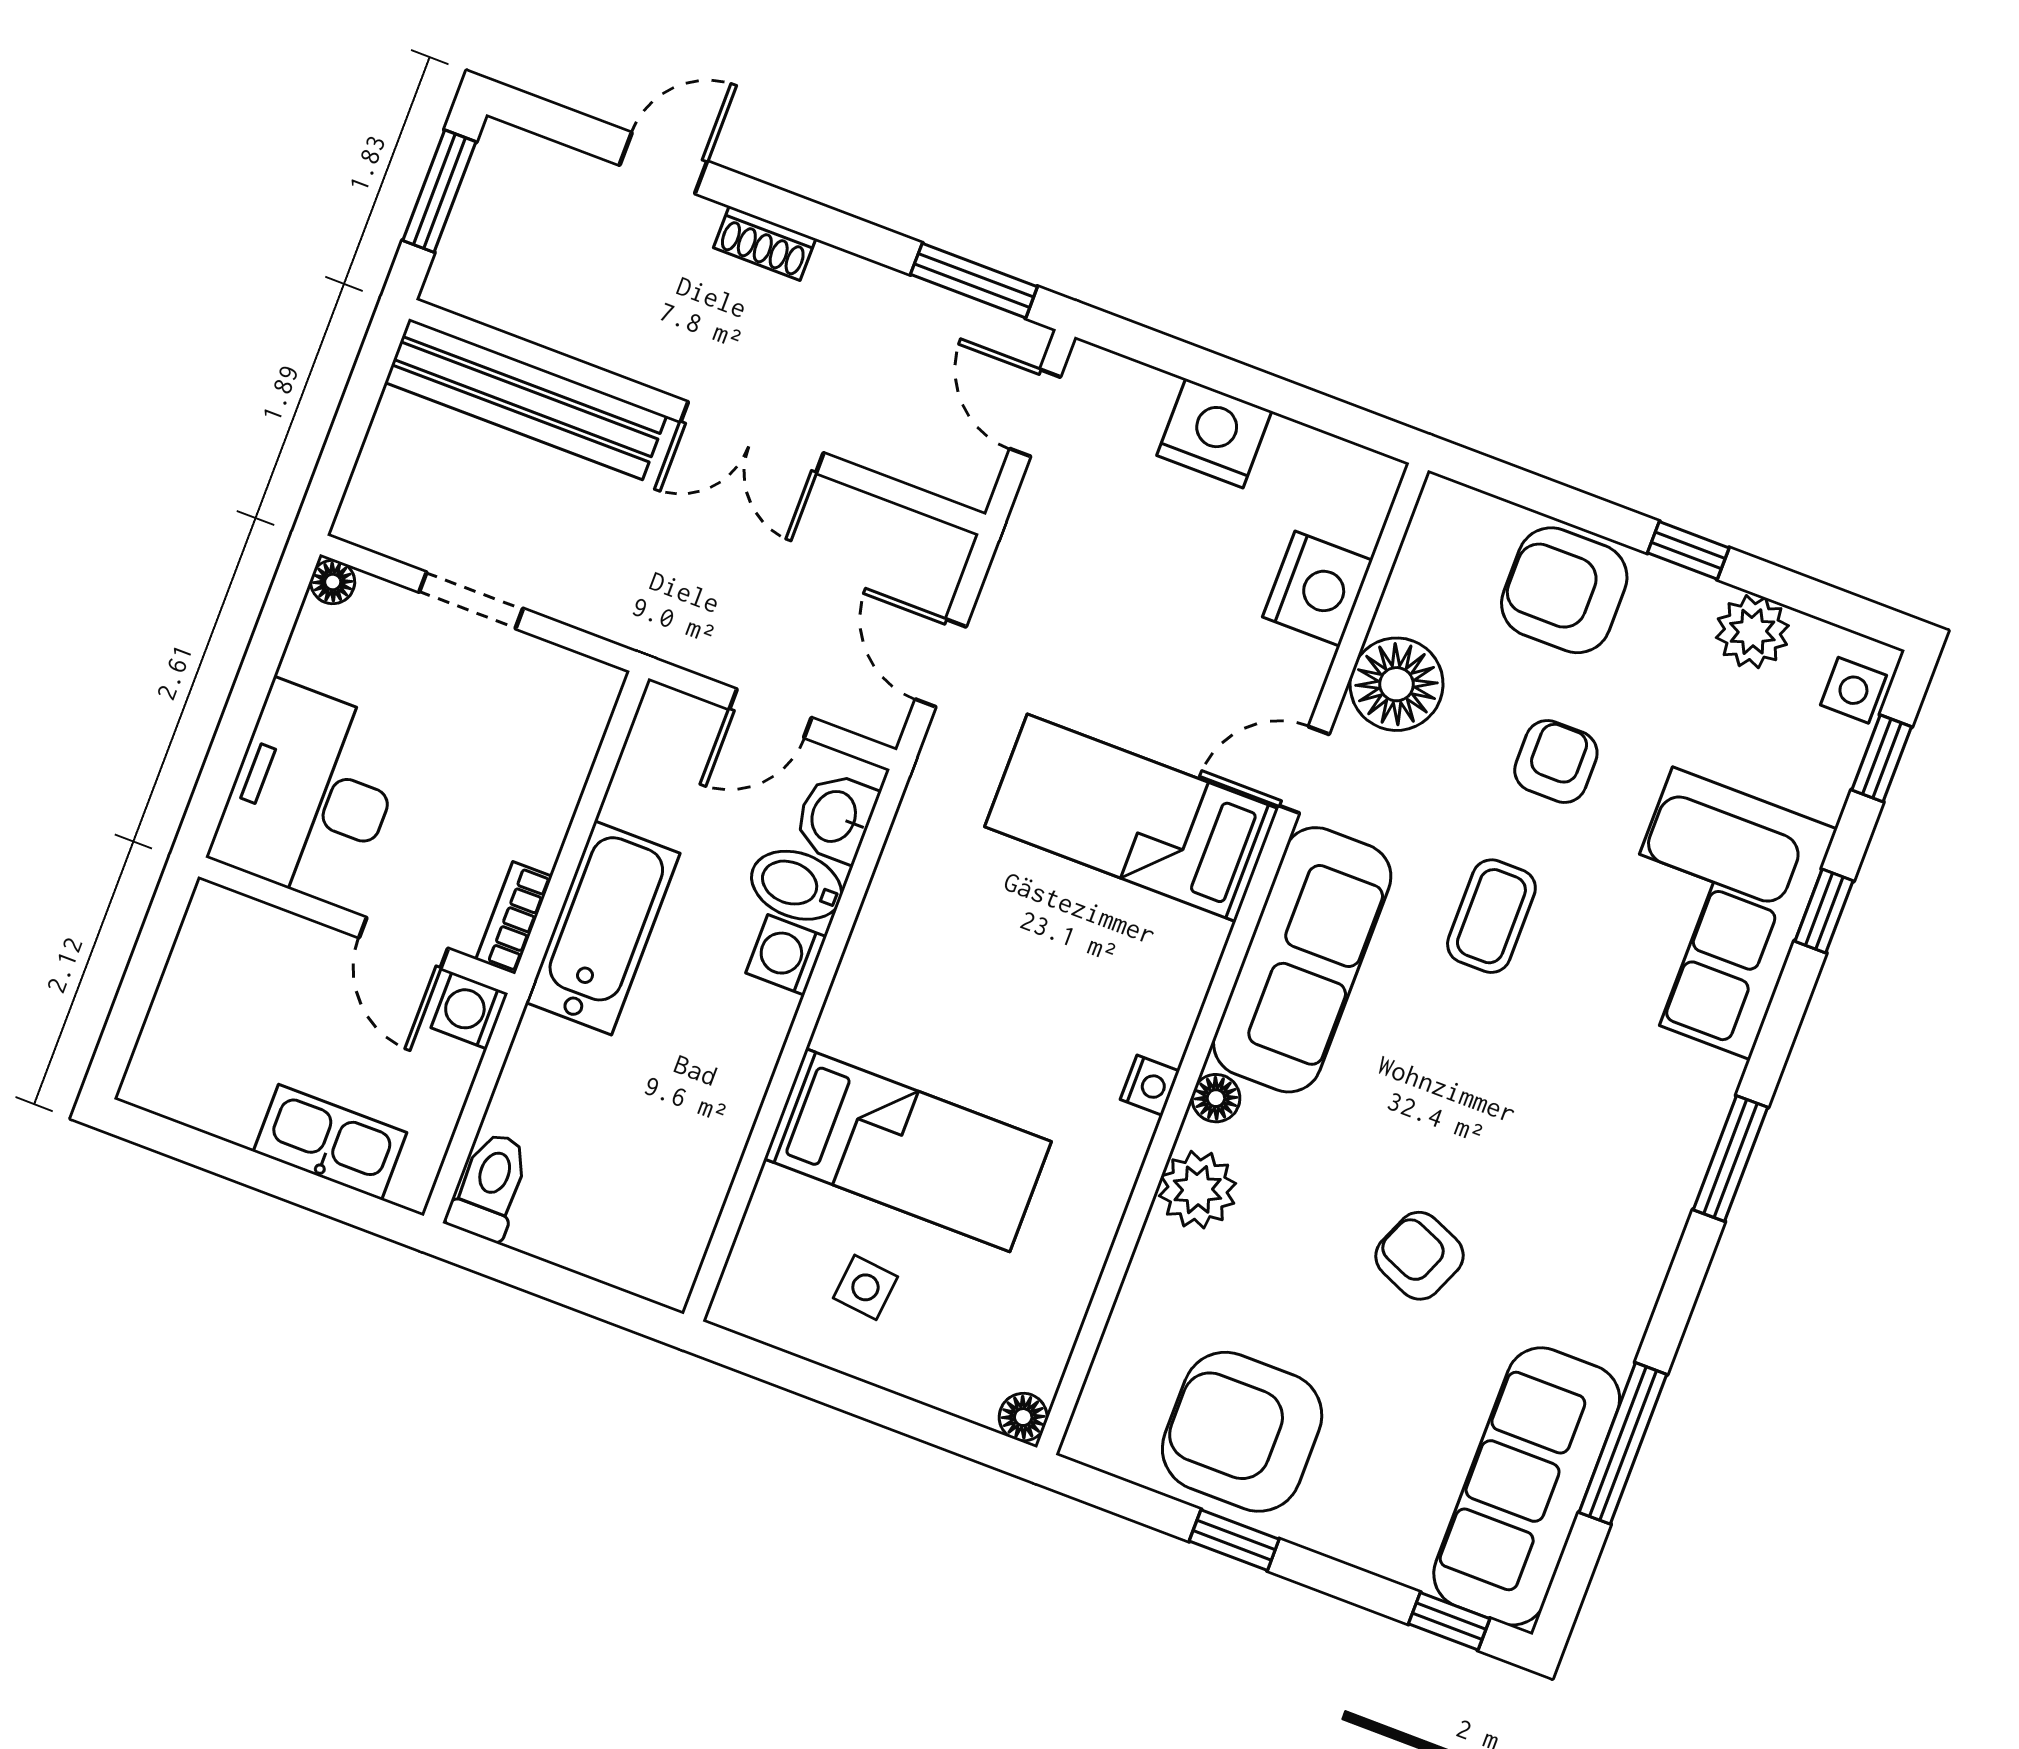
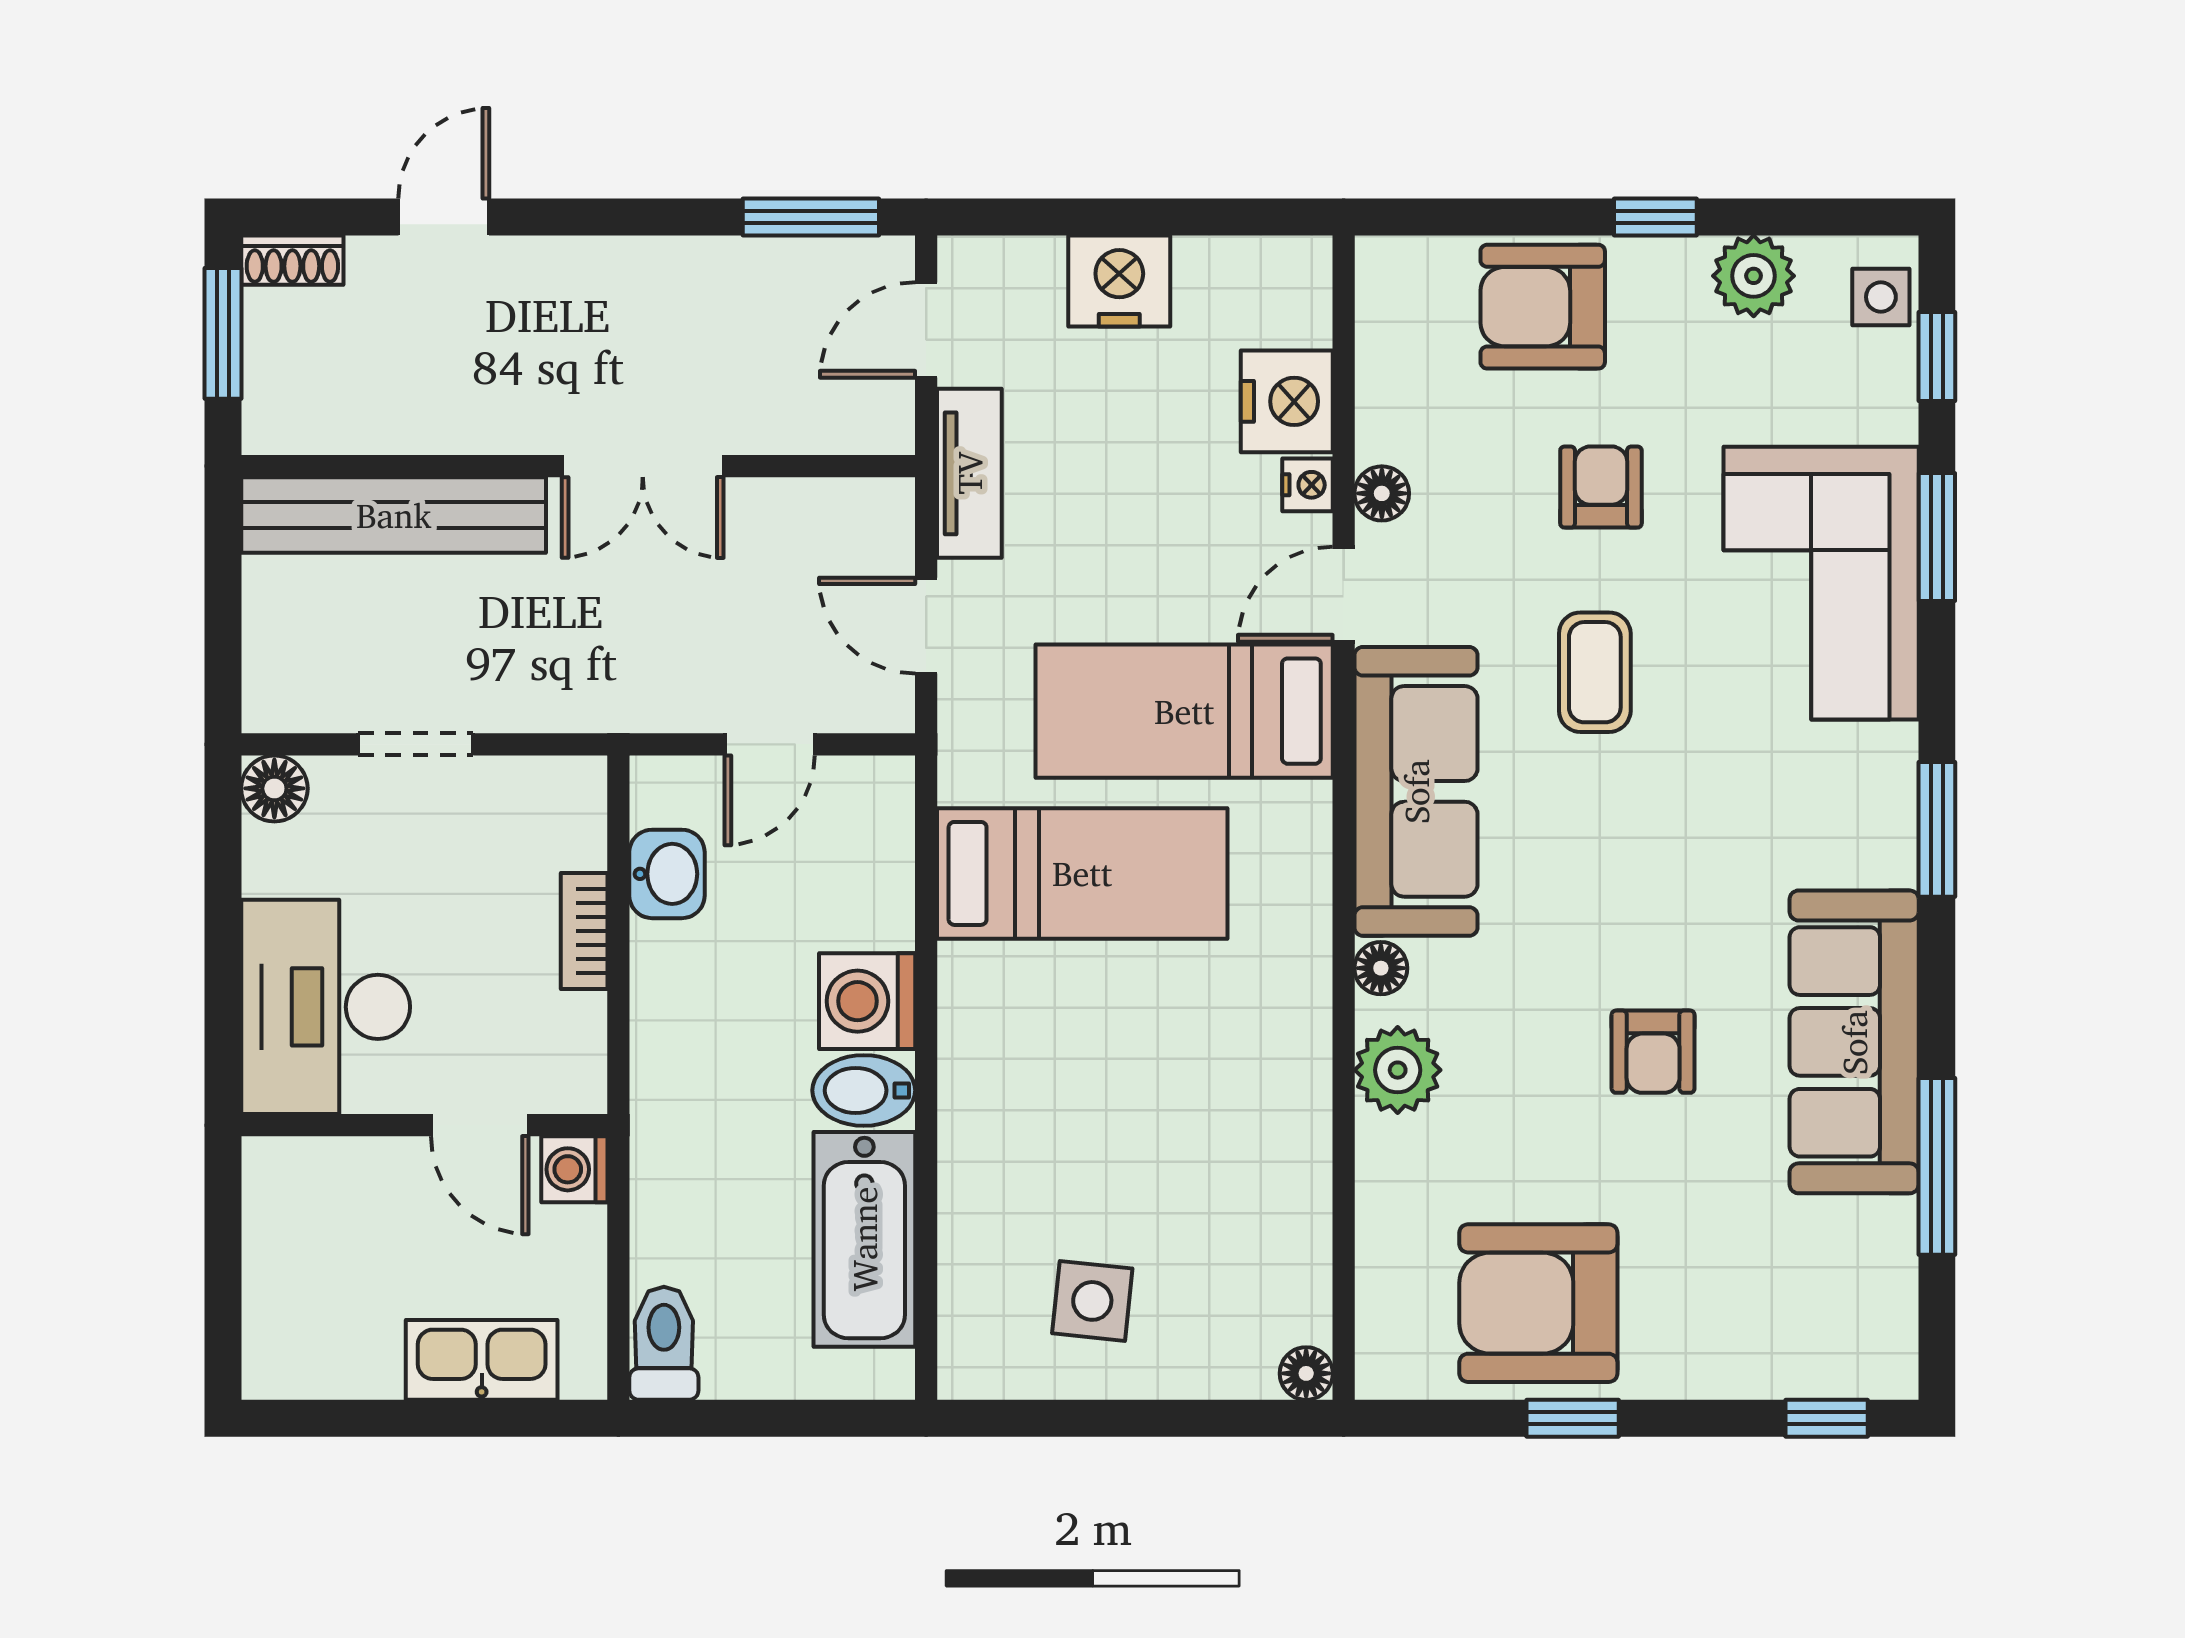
shoe rack: (765, 243) -> (292, 260), moved
door: (1035, 413) -> (926, 330), hinge flipped
tv unit: (1026, 548) -> (969, 473), added
floor lamp: (333, 582) -> (274, 788), width x1.37, depth x1.37
floor lamp: (1397, 684) -> (1382, 493), width x0.53, depth x0.53
washbasin: (836, 817) -> (667, 874), moved, turned 180
bidet: (797, 885) -> (864, 1090), moved
window: (1824, 911) -> (1937, 537), width x1.50
bookcase: (514, 918) -> (584, 931), moved
bathtub: (603, 928) -> (864, 1239), moved, turned 180
washing machine: (786, 955) -> (867, 1001), width x1.38, depth x1.38
nightstand: (1150, 1085) -> (1308, 485), moved
bed: (908, 1150) -> (1082, 873), moved
armchair: (1419, 1256) -> (1653, 1052), turned -113
side table: (865, 1287) -> (1092, 1301), width x1.37, depth x1.37
sofa: (1527, 1486) -> (1854, 1042), moved

